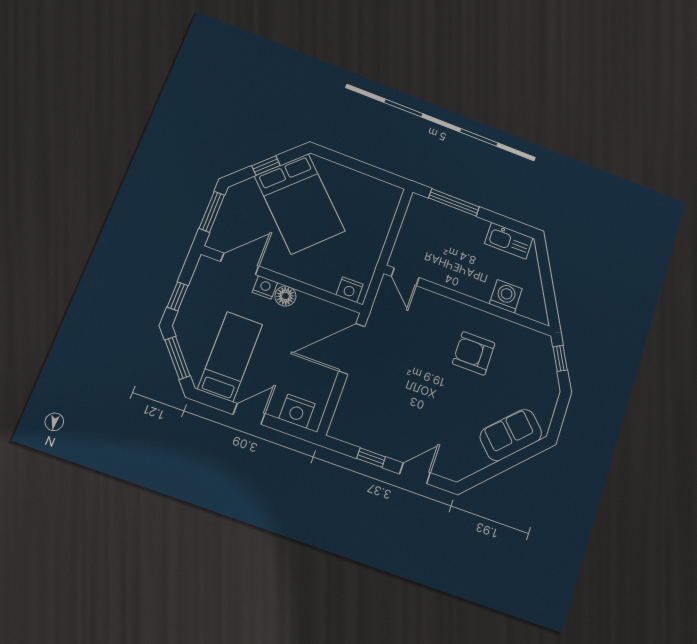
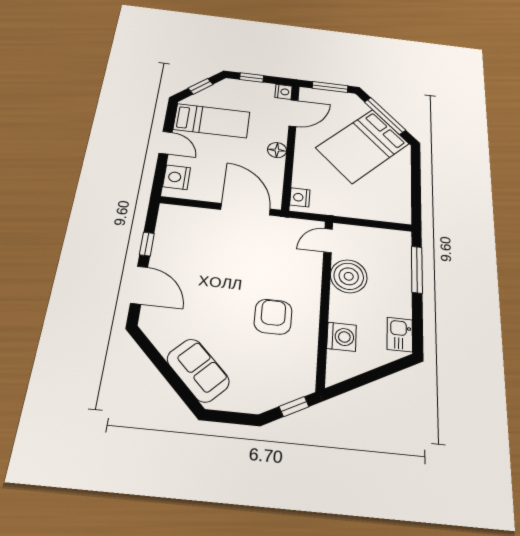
window: (266, 166) -> (385, 116), width x2.17
kitchen sink: (509, 241) -> (400, 335), width x0.73
door: (240, 264) -> (293, 113), hinge flipped
boiler: (448, 270) -> (349, 276), added
nightstand: (265, 287) -> (284, 92), moved
window: (177, 358) -> (201, 86), width x0.67
door: (415, 473) -> (139, 285), width x1.38

